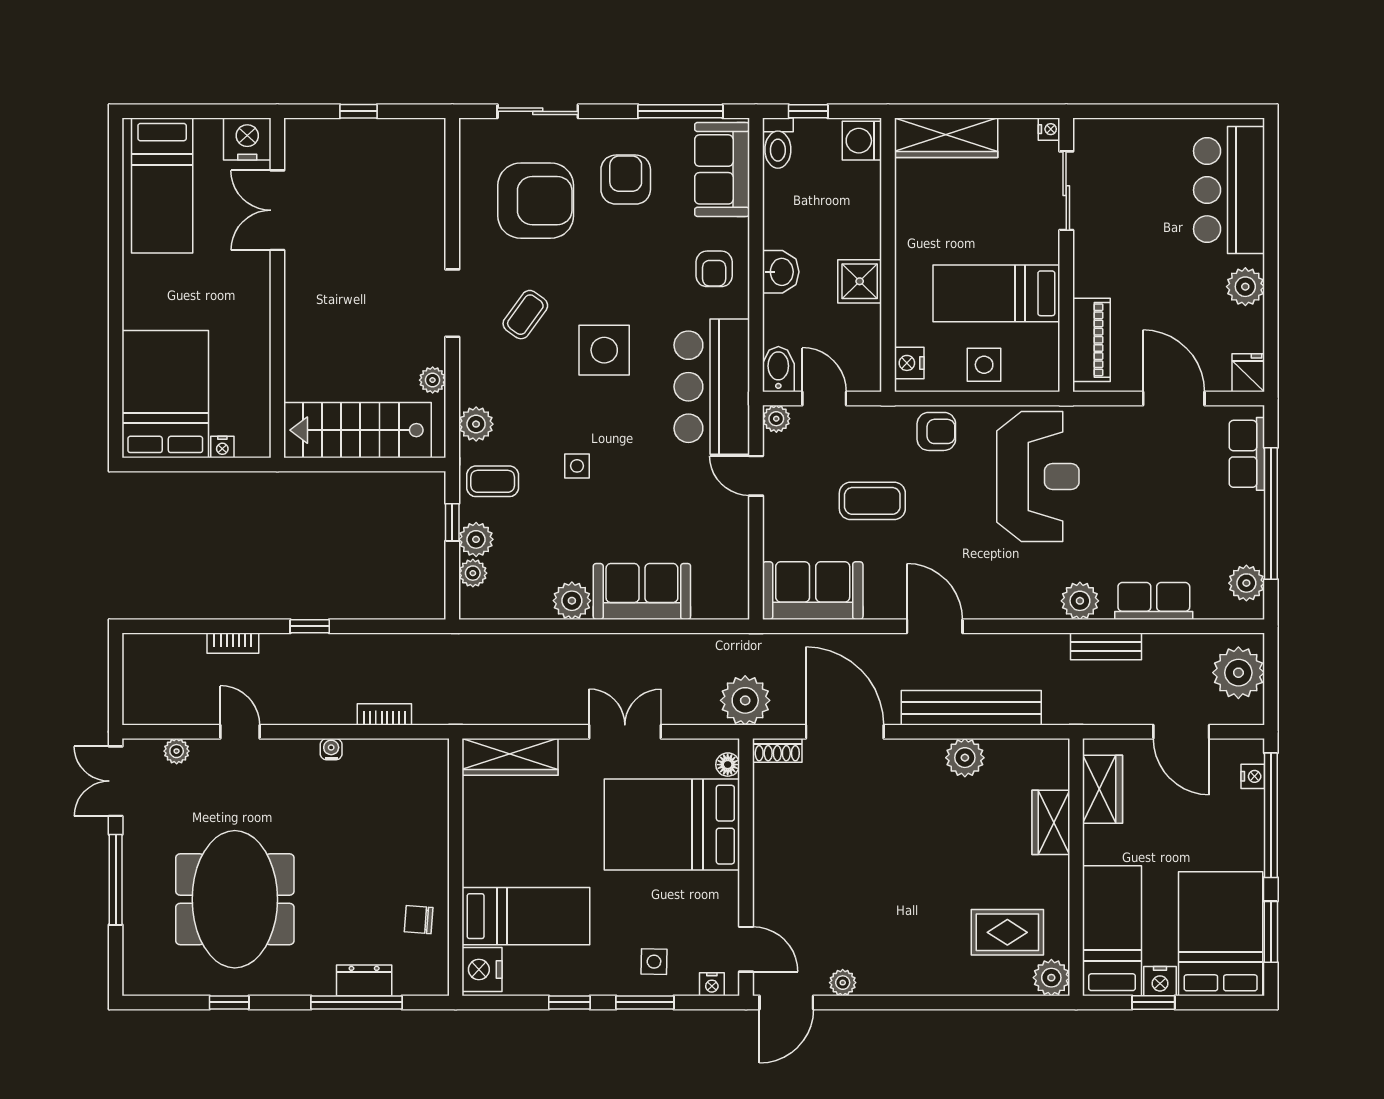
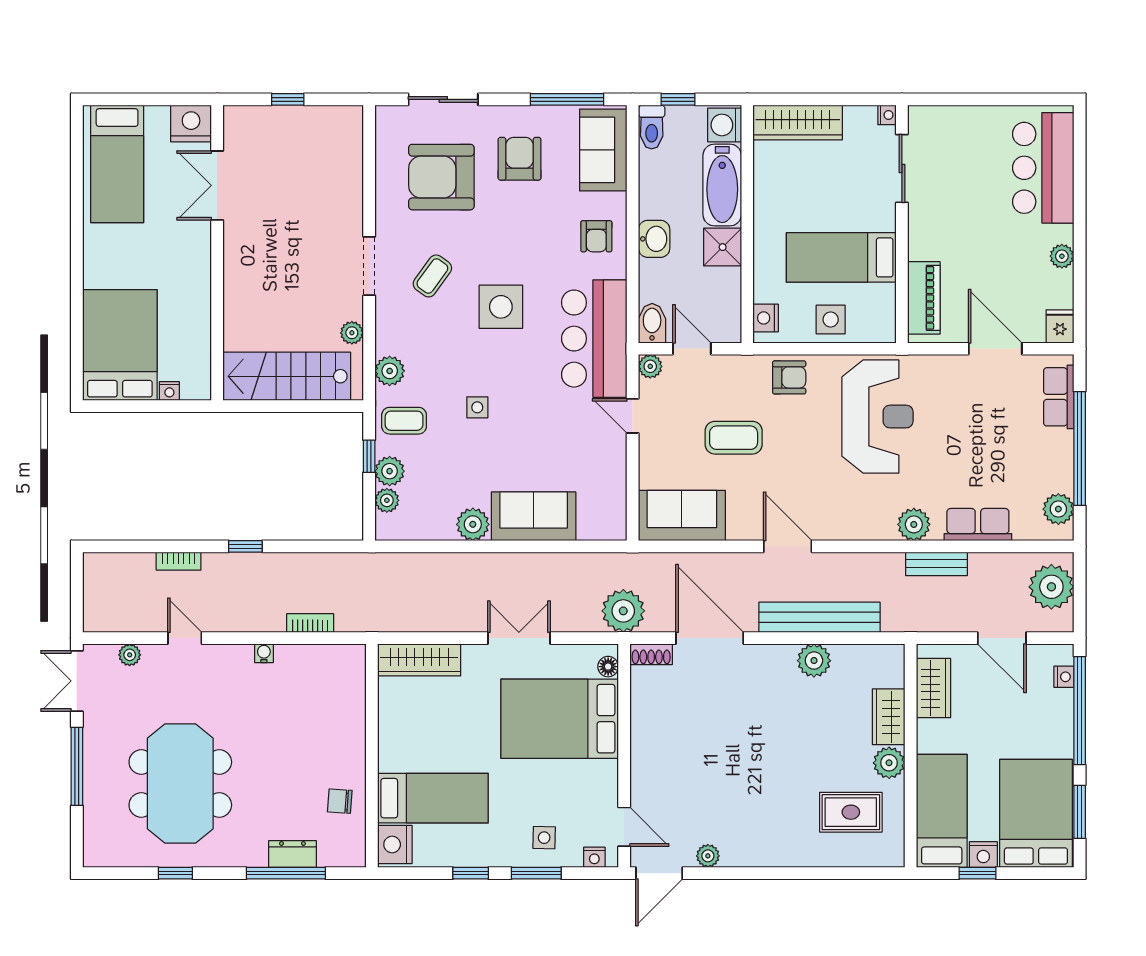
armchair: (536, 201) -> (441, 177), turned 180
bathtub: (859, 210) -> (722, 185), added
plant: (1245, 287) -> (1062, 256), width x0.73, depth x0.73
plant: (1051, 978) -> (889, 763), moved

